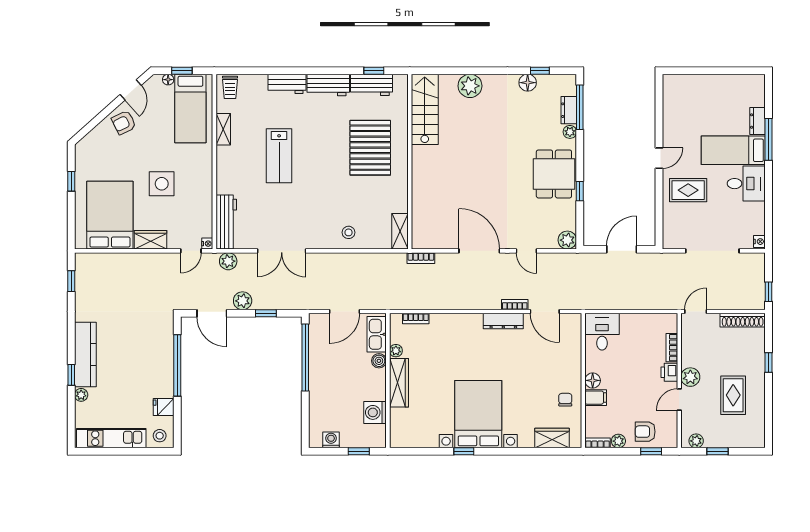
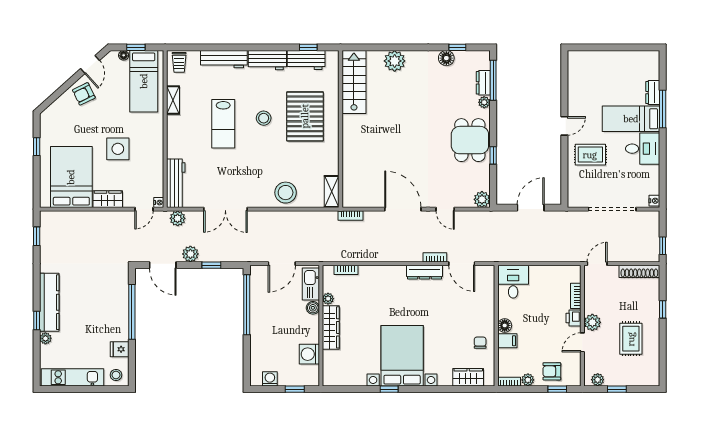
workbench: (287, 84) -> (224, 59), width x1.38
stool: (324, 150) -> (264, 118), added
stool: (349, 232) -> (286, 193), width x1.89, depth x1.89

